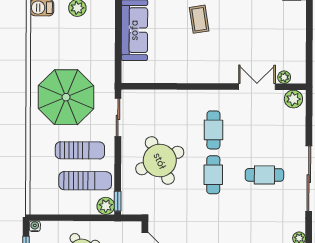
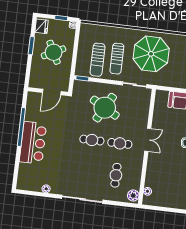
double door: (257, 87) -> (148, 140), moved
round table: (160, 161) -> (105, 108), turned -36
cafe table: (264, 175) -> (116, 175), moved
plant: (106, 206) -> (80, 71), removed

